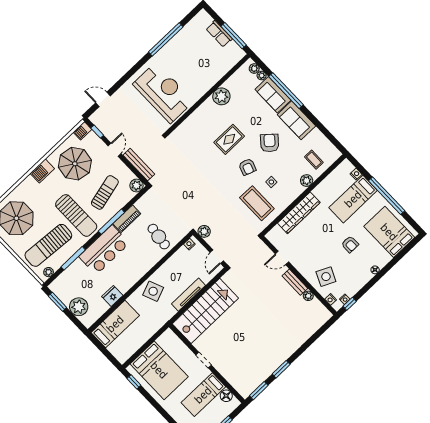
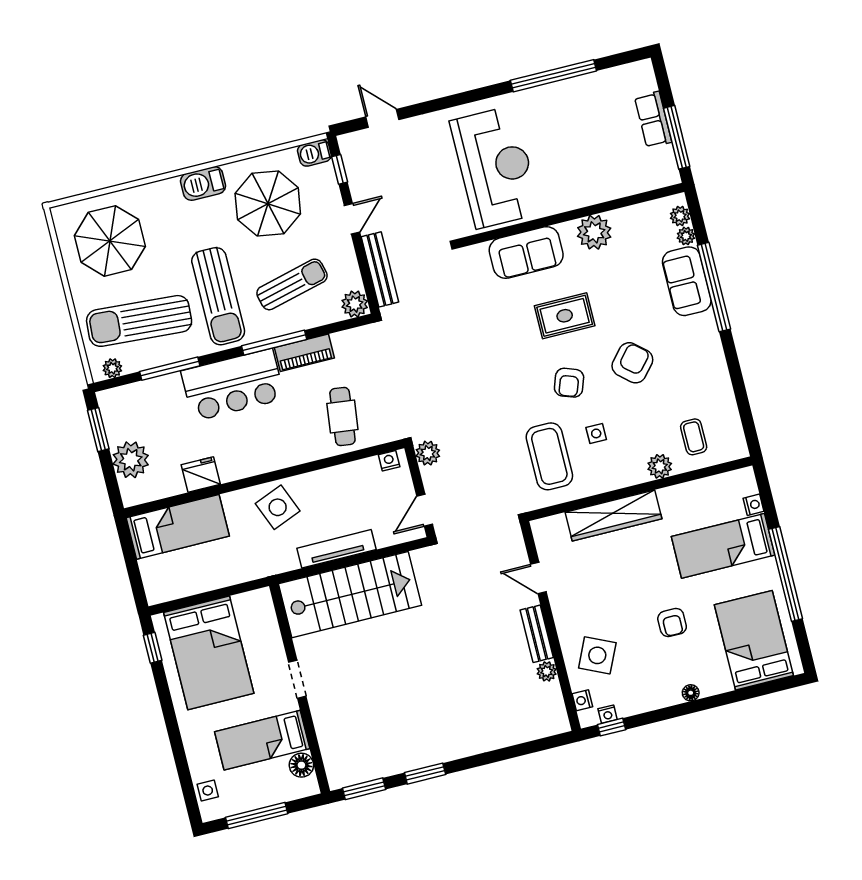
sofa: (296, 120) -> (526, 253), moved, turned -90

